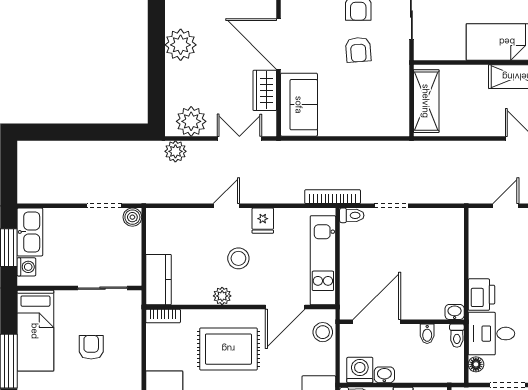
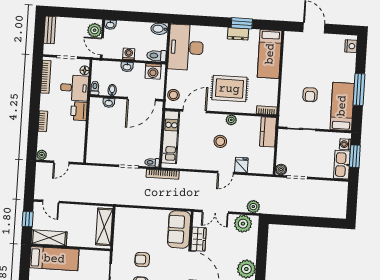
armchair: (358, 50) -> (142, 260), turned -86
fridge: (263, 221) -> (241, 165), moved
washbasin: (455, 312) -> (109, 103), moved
washbasin: (384, 375) -> (127, 67), moved

